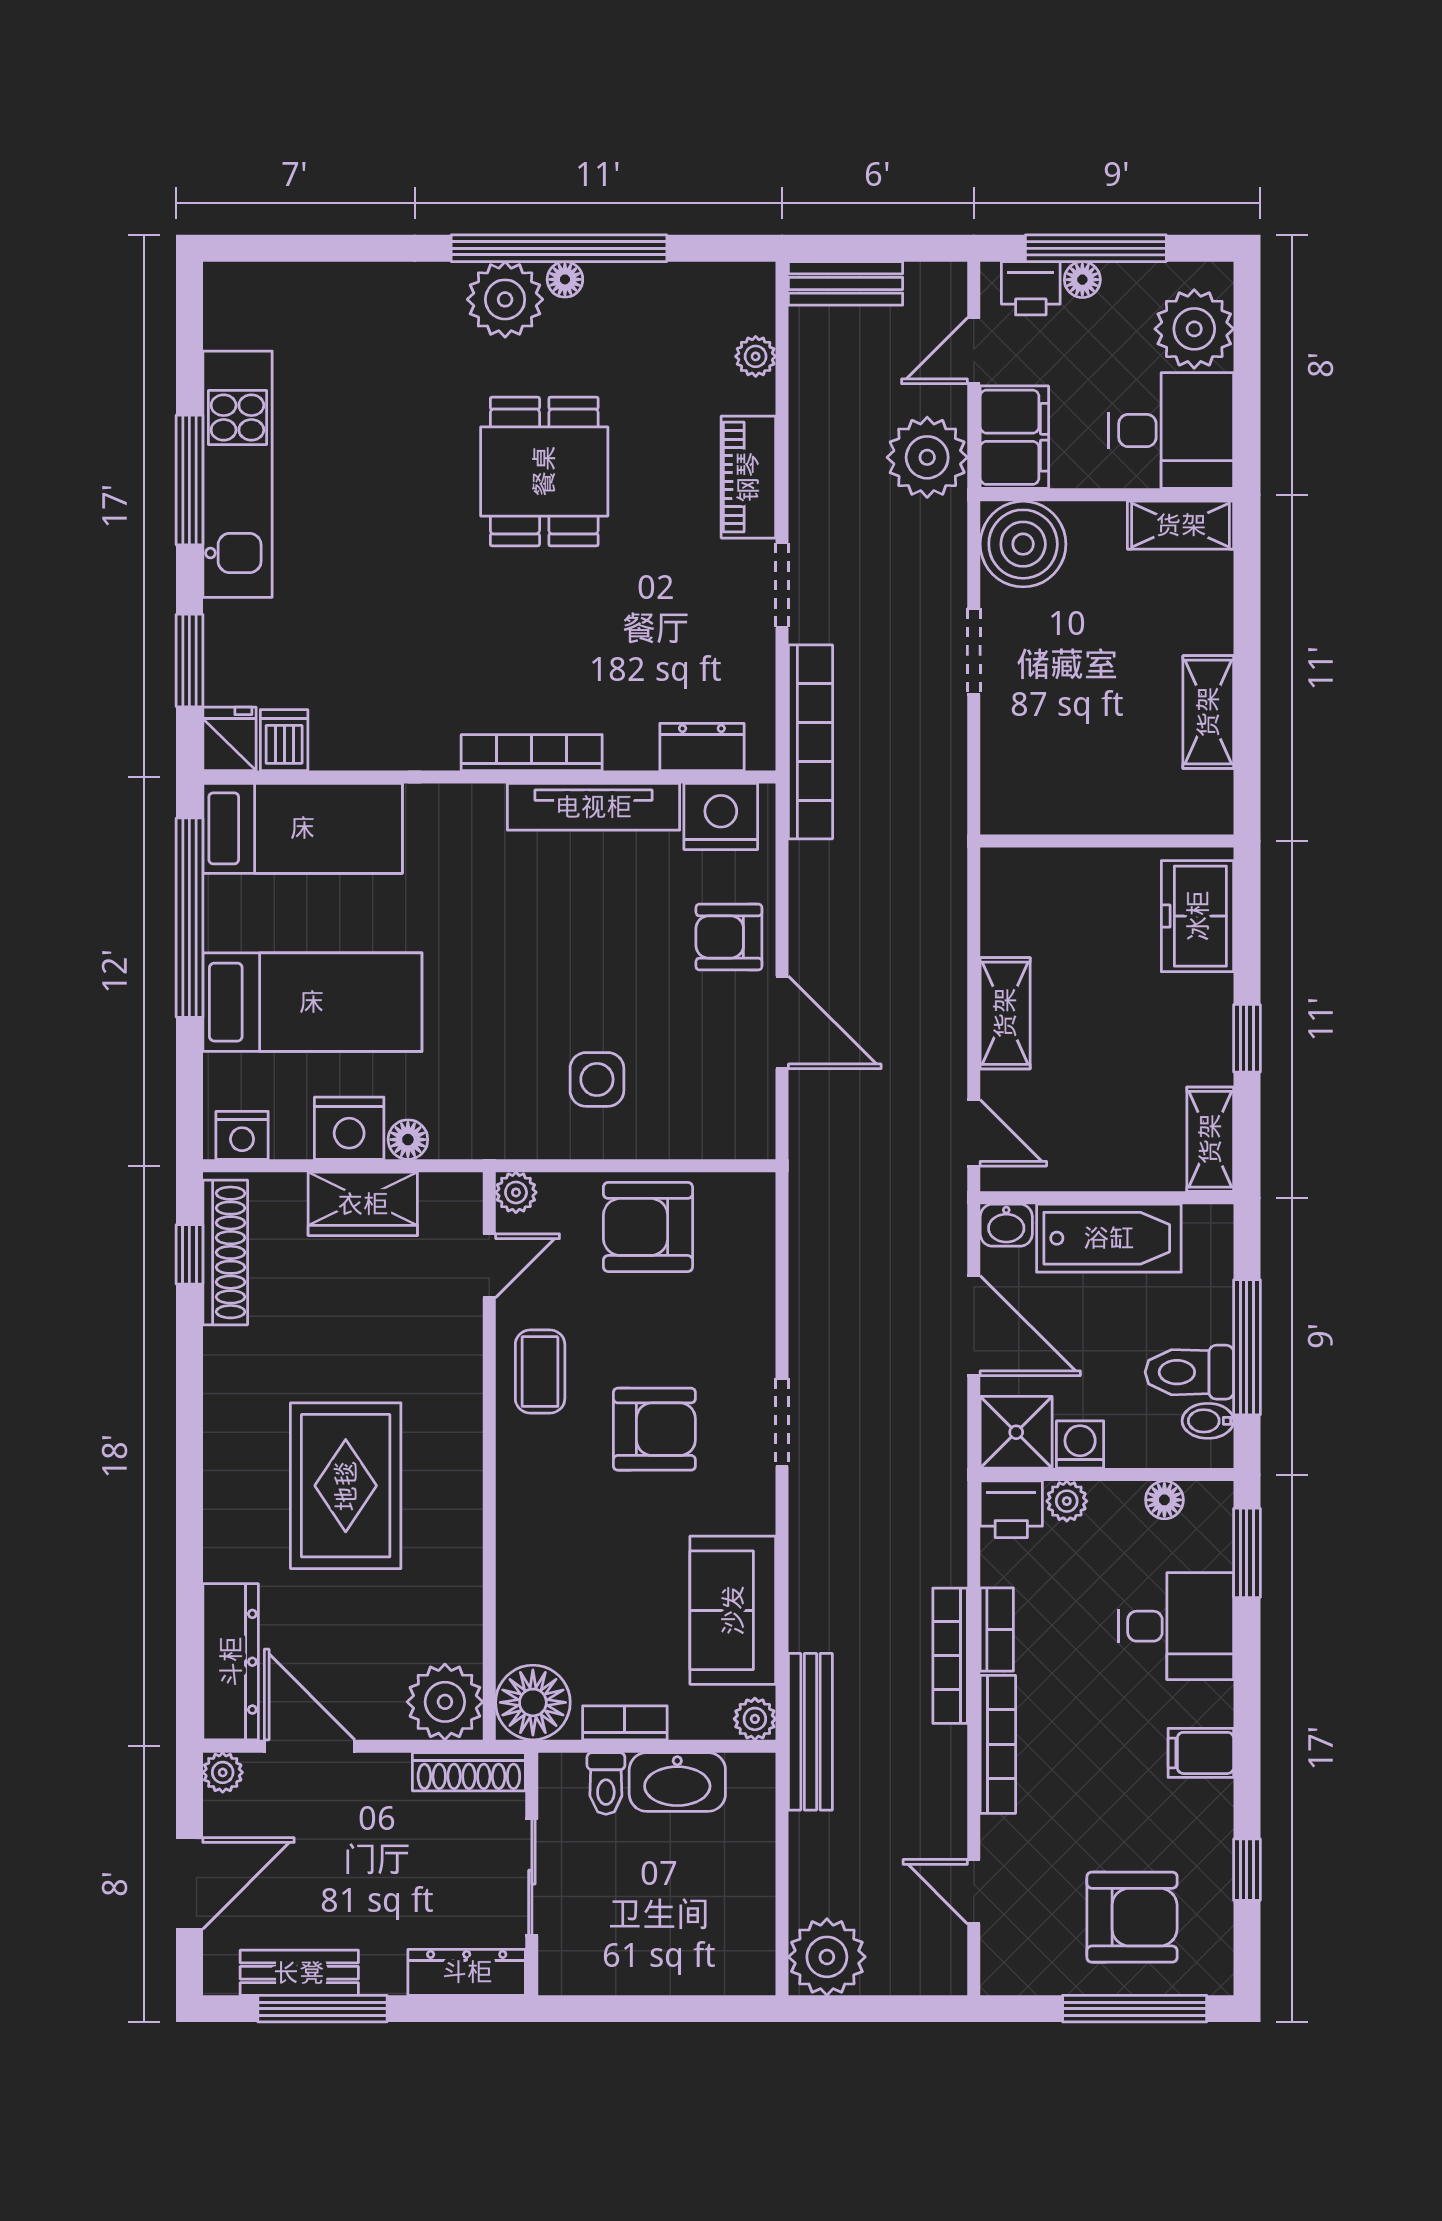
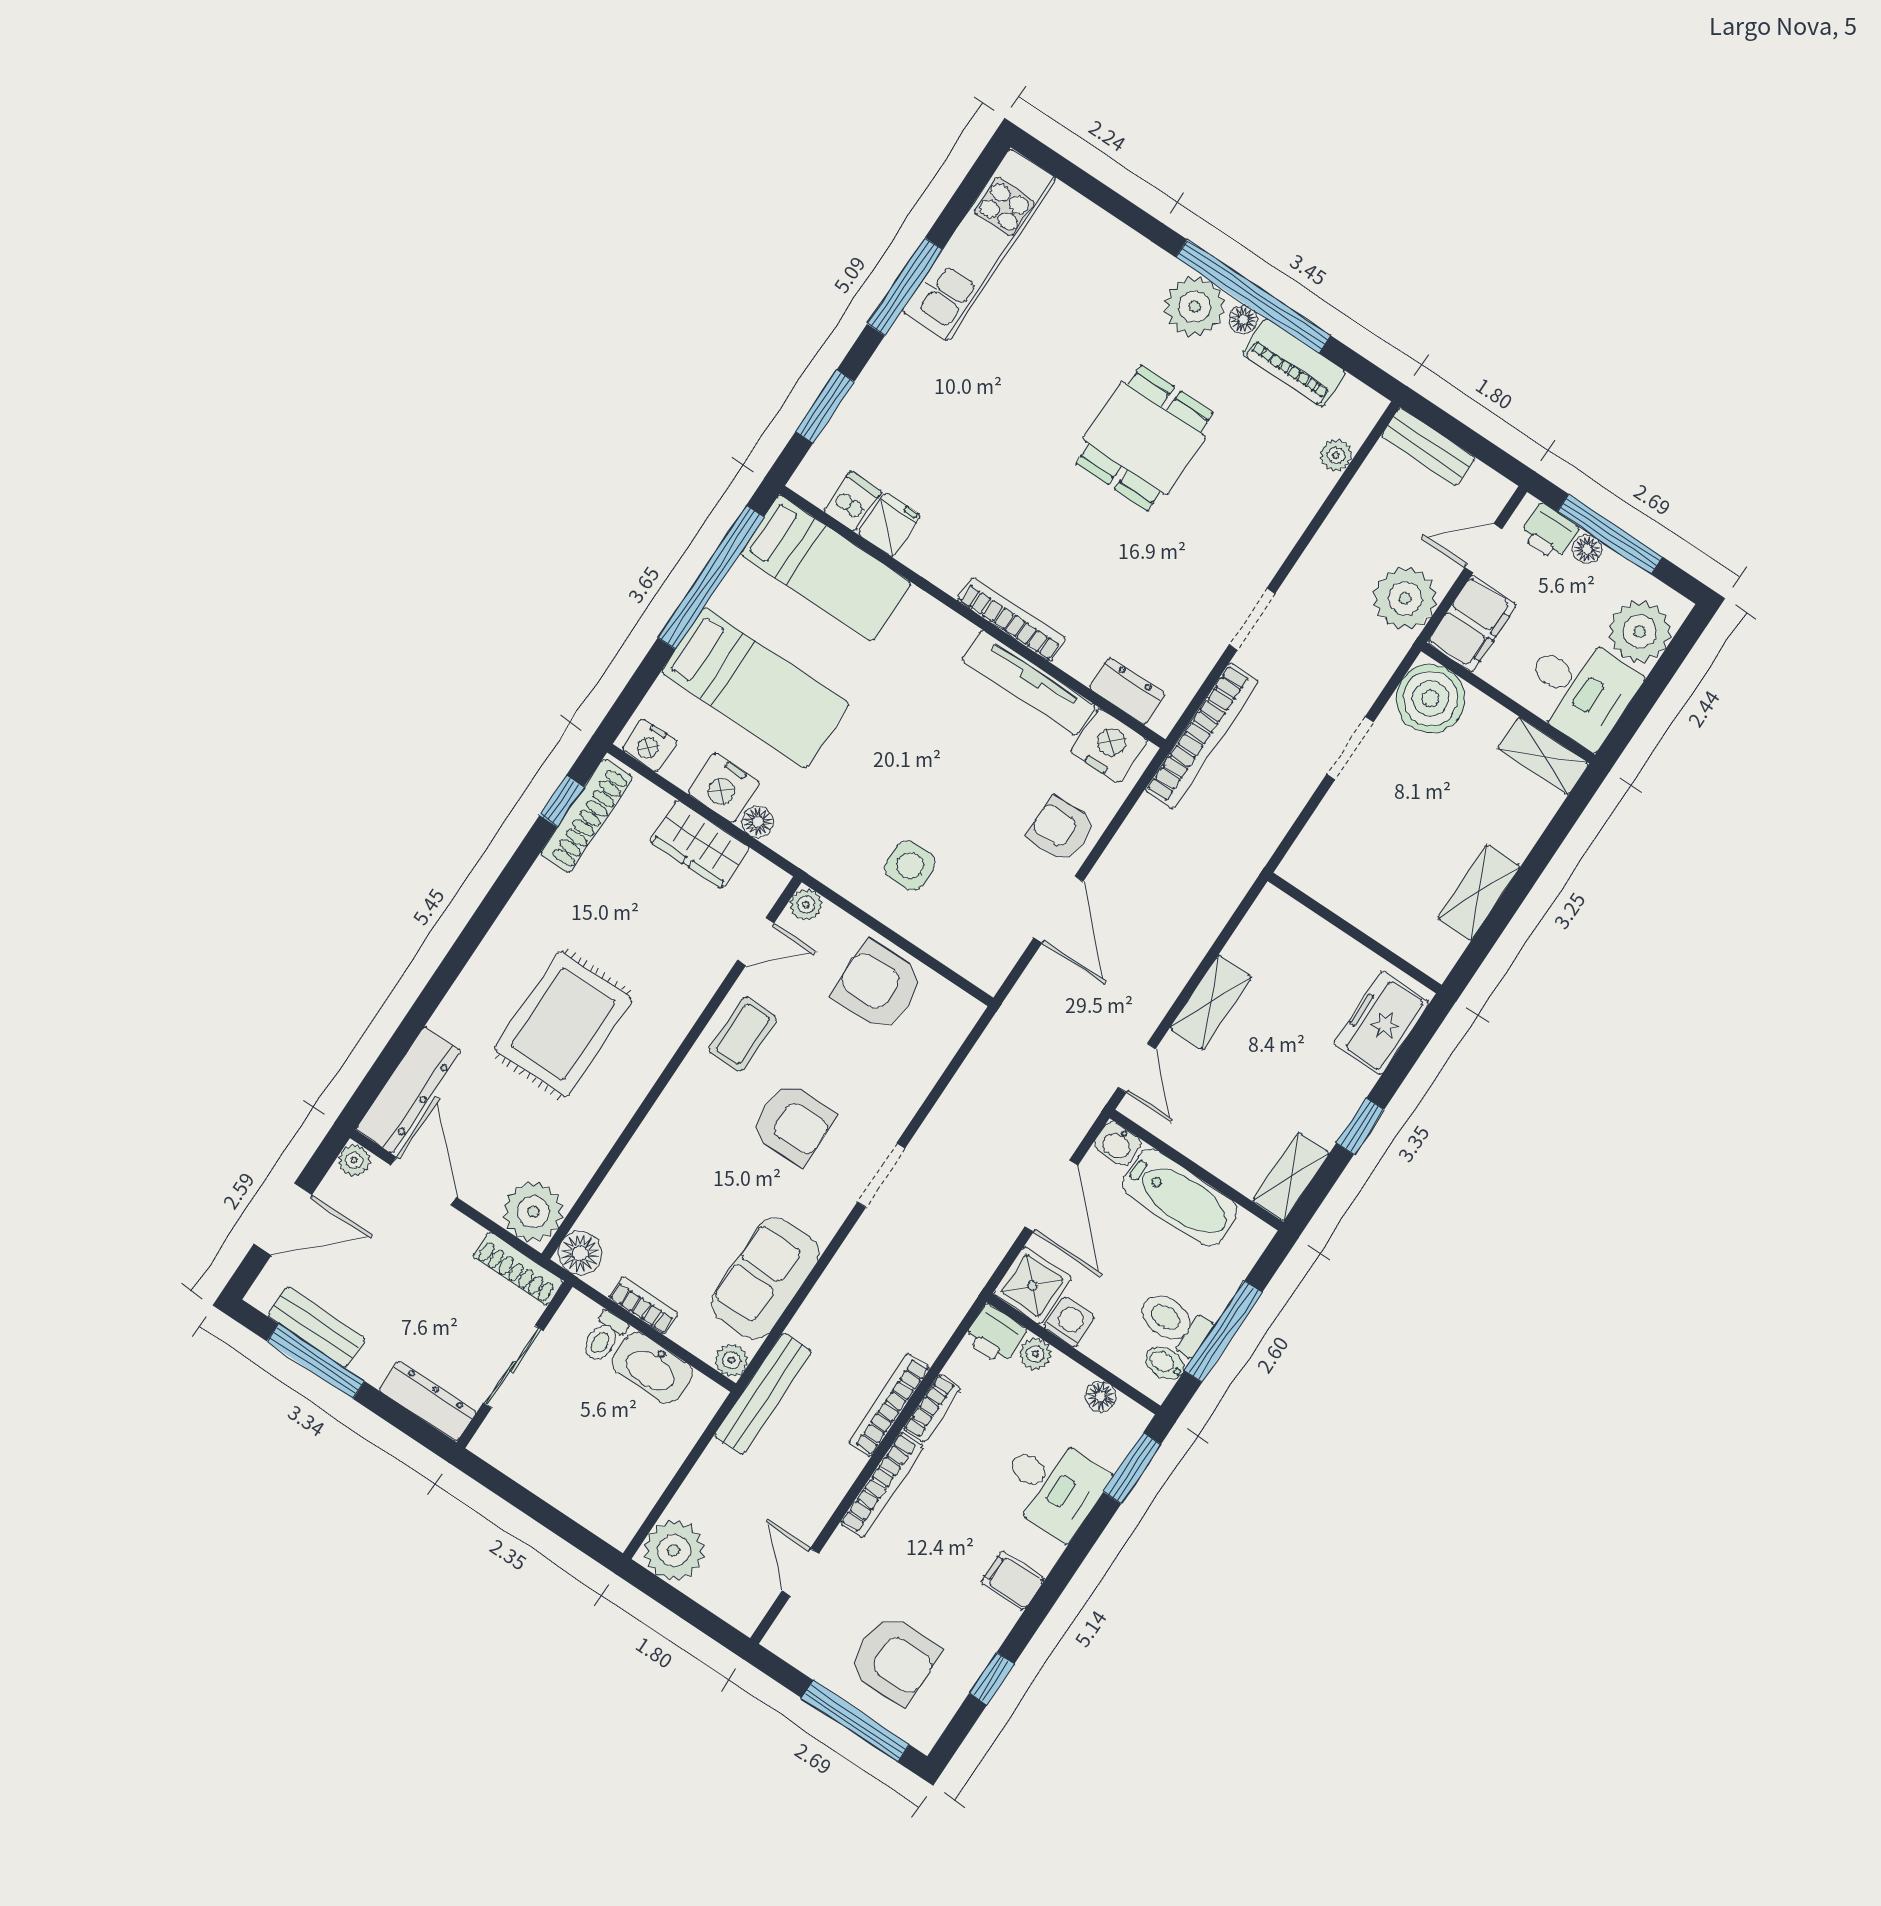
kitchen unit: (237, 474) -> (979, 245), moved
piano: (748, 477) -> (1294, 363), moved, turned -90
fridge: (229, 739) -> (889, 525), moved
floor lamp: (533, 1702) -> (580, 1253), width x0.73, depth x0.73

